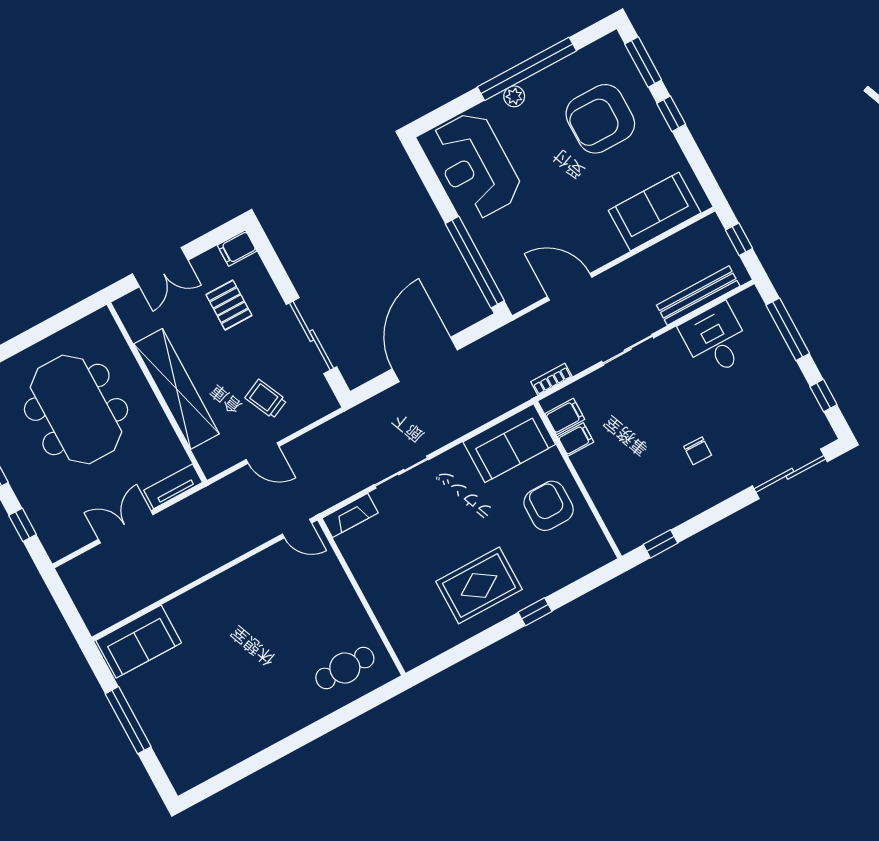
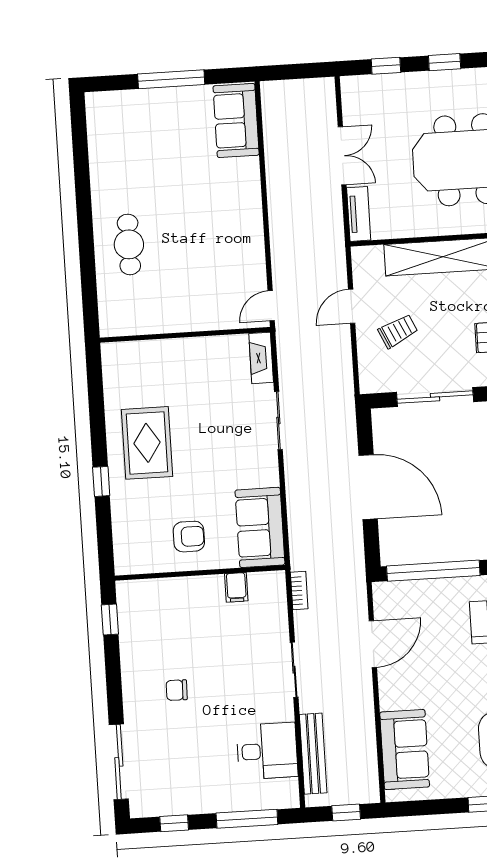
filing cabinet: (565, 416) -> (261, 587), removed
armchair: (549, 506) -> (189, 537), width x0.72, depth x0.72
cafe table: (345, 668) -> (129, 244), moved

